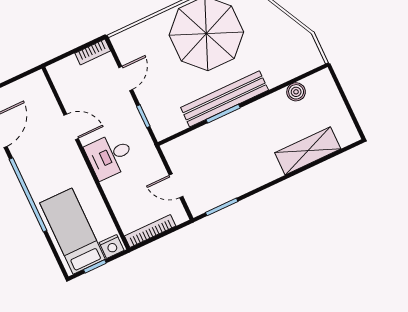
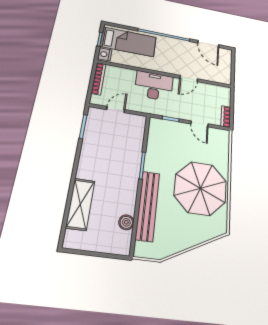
bench: (225, 99) -> (148, 206), moved
desk: (110, 156) -> (154, 86), width x1.37

